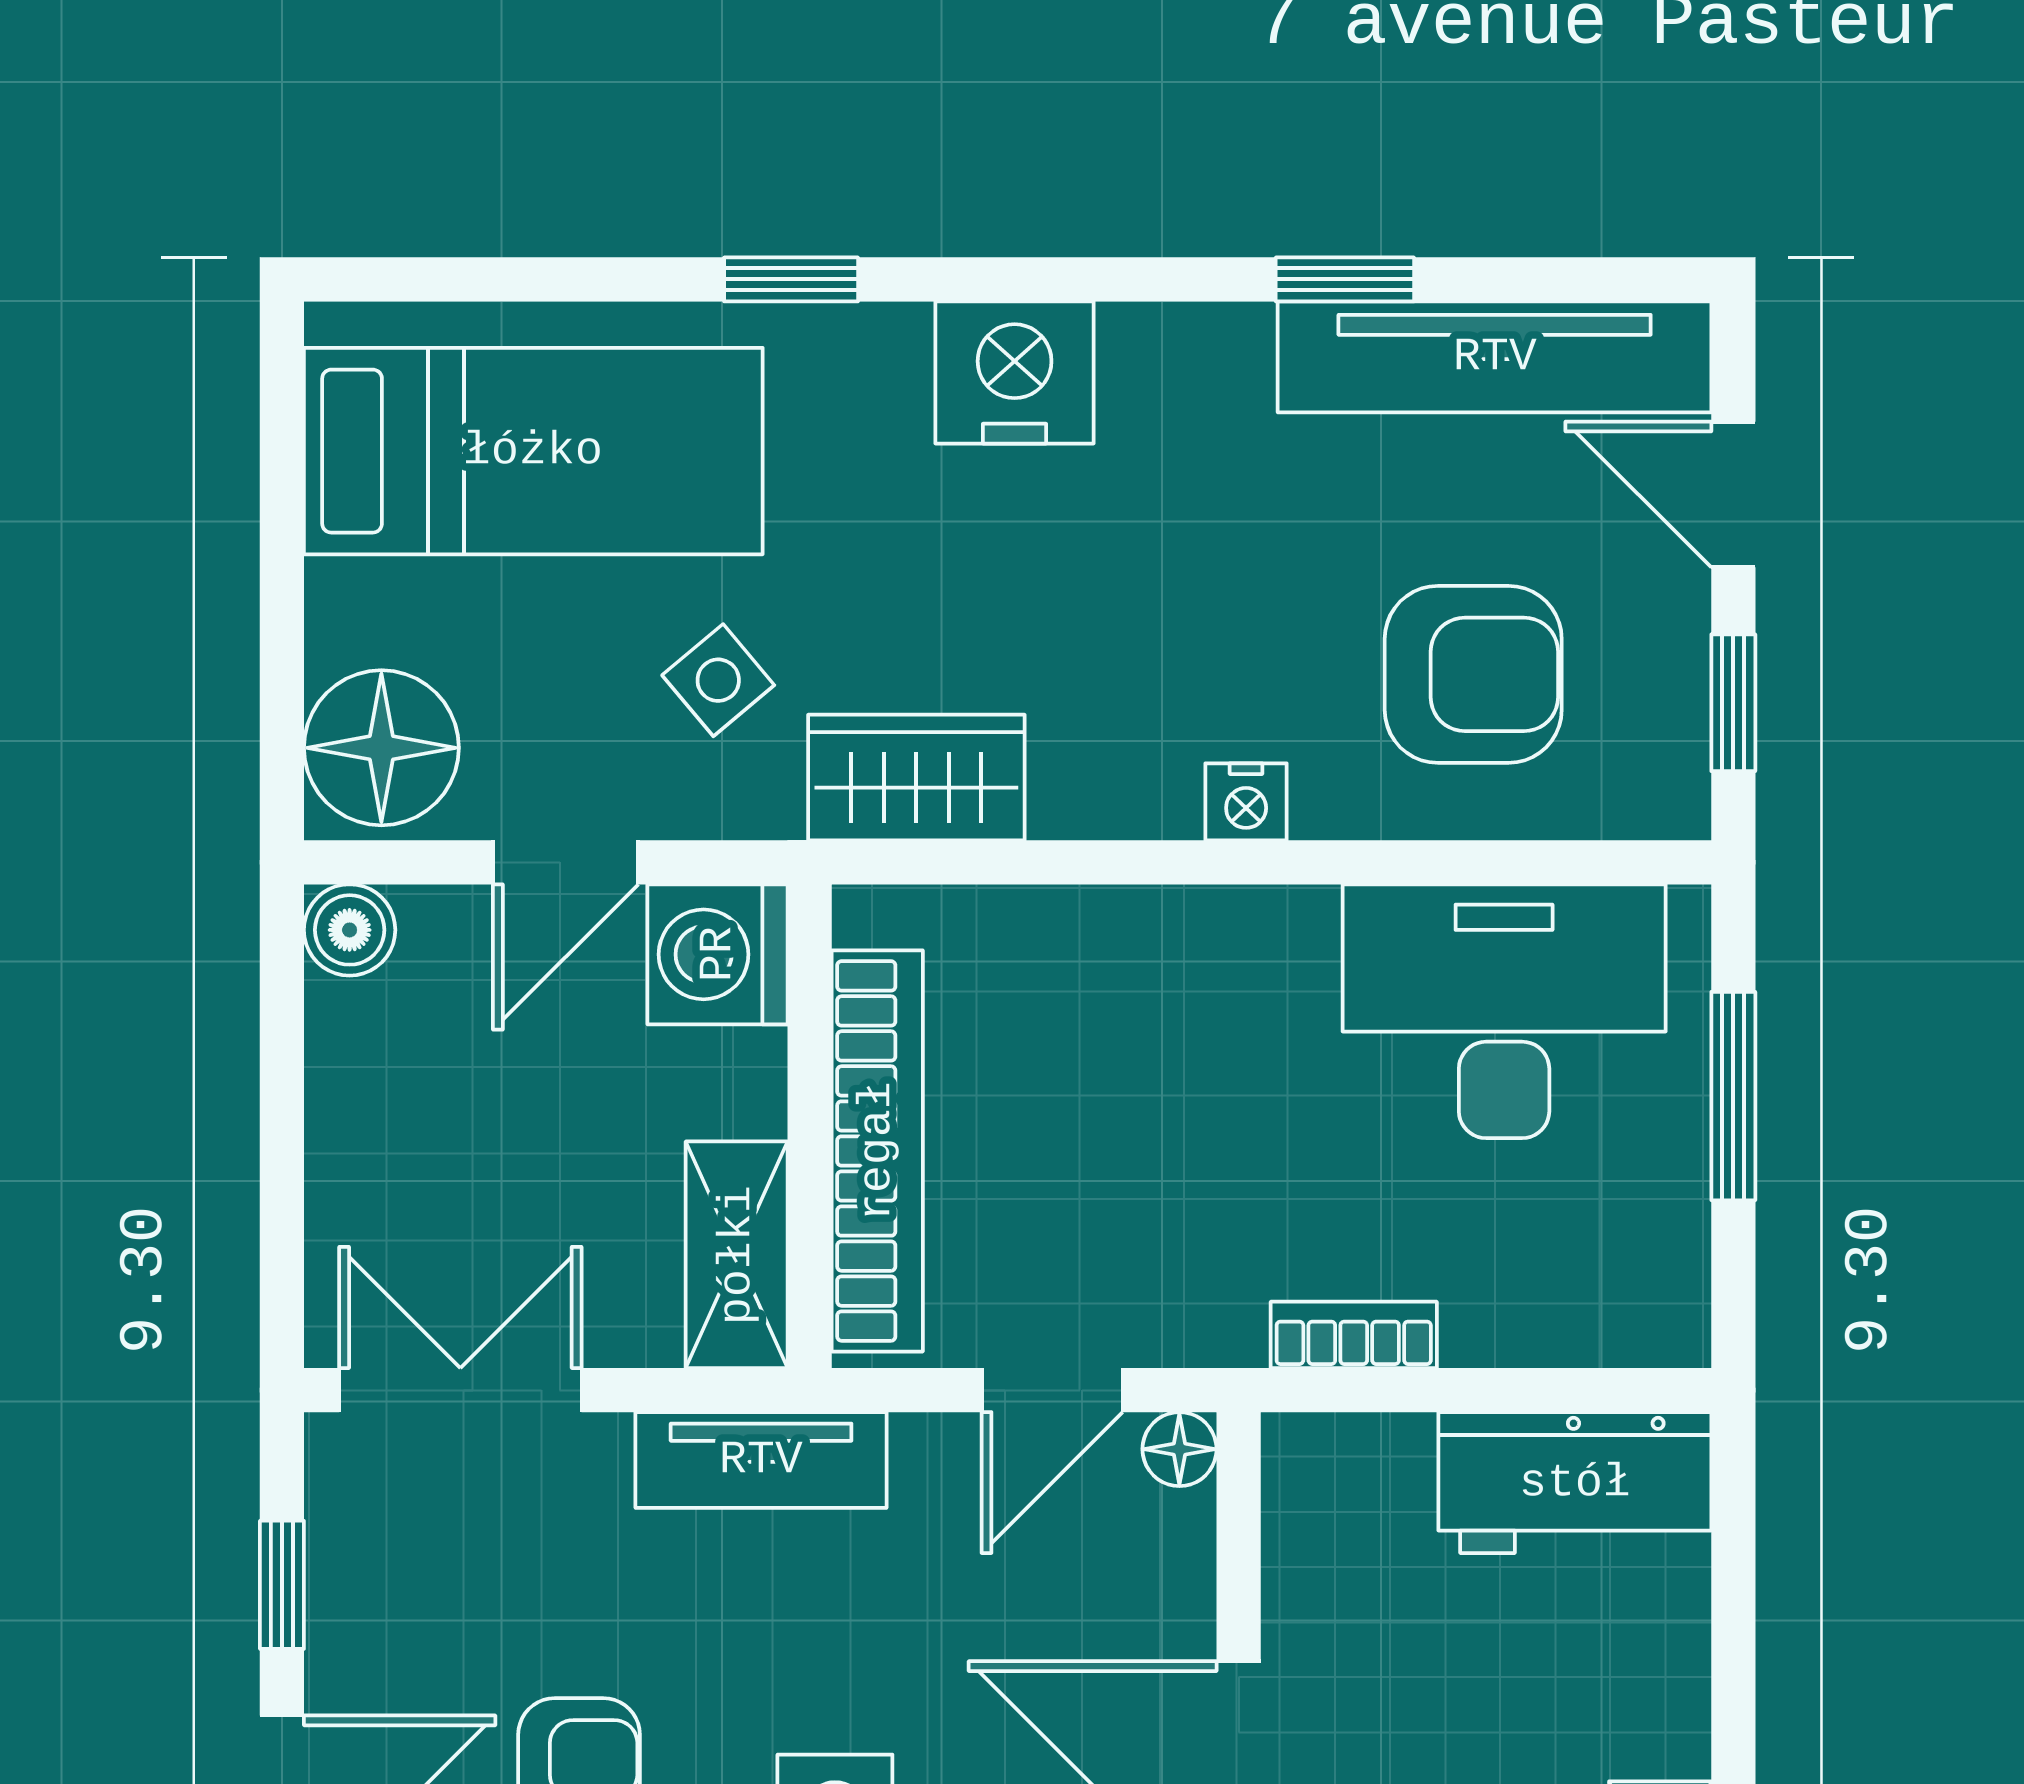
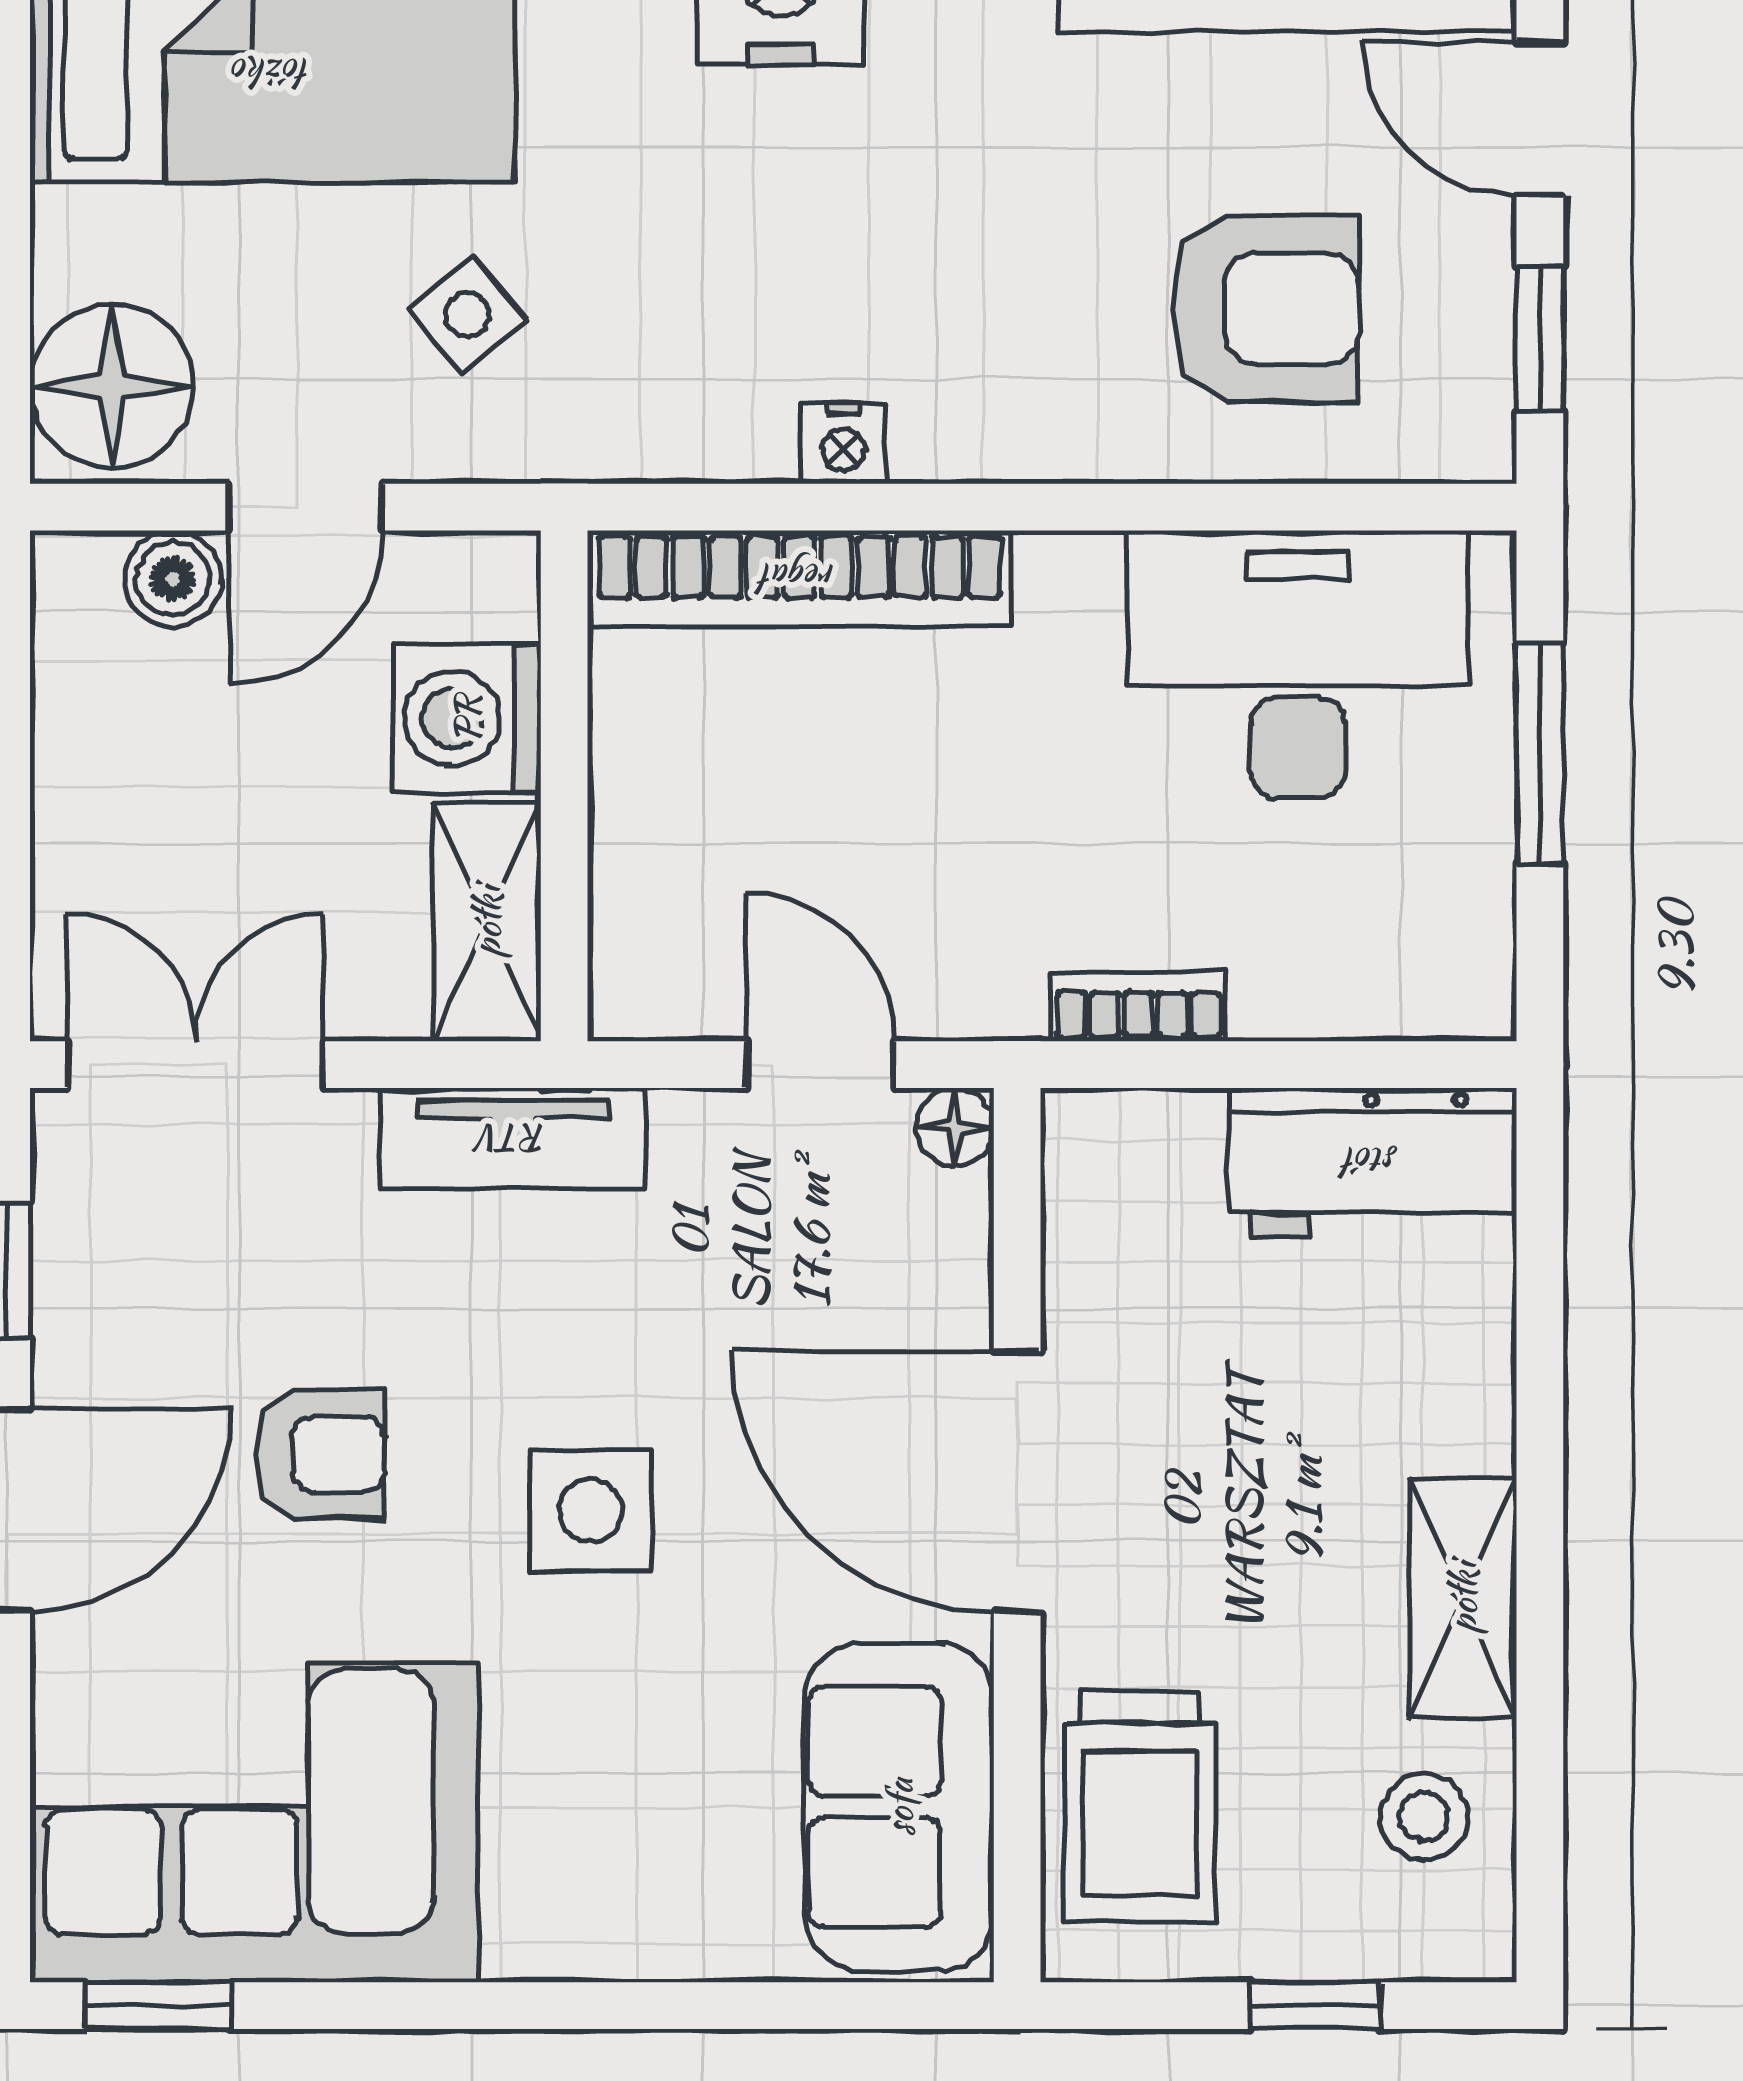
wardrobe: (916, 777) -> (677, 418), removed
nightstand: (1246, 802) -> (844, 443), moved
boiler: (350, 930) -> (173, 579), moved
washing machine: (718, 954) -> (467, 719), moved
bookcase: (877, 1151) -> (799, 578), moved, turned 90
door: (1052, 1390) -> (820, 1065), swing flipped

